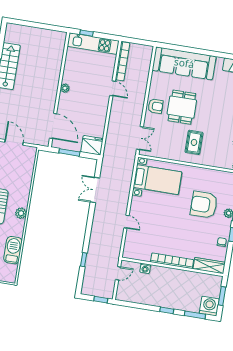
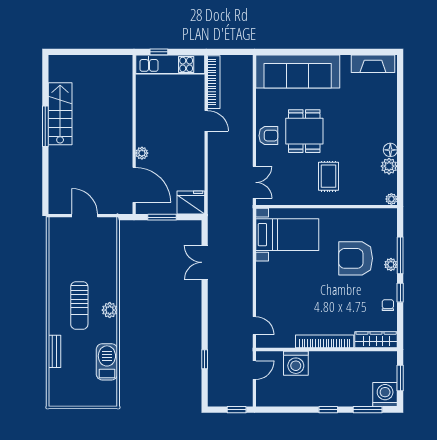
plant: (65, 88) -> (142, 153), moved
door: (126, 222) -> (254, 326), moved
washing machine: (145, 268) -> (296, 363), width x1.89, depth x1.89

